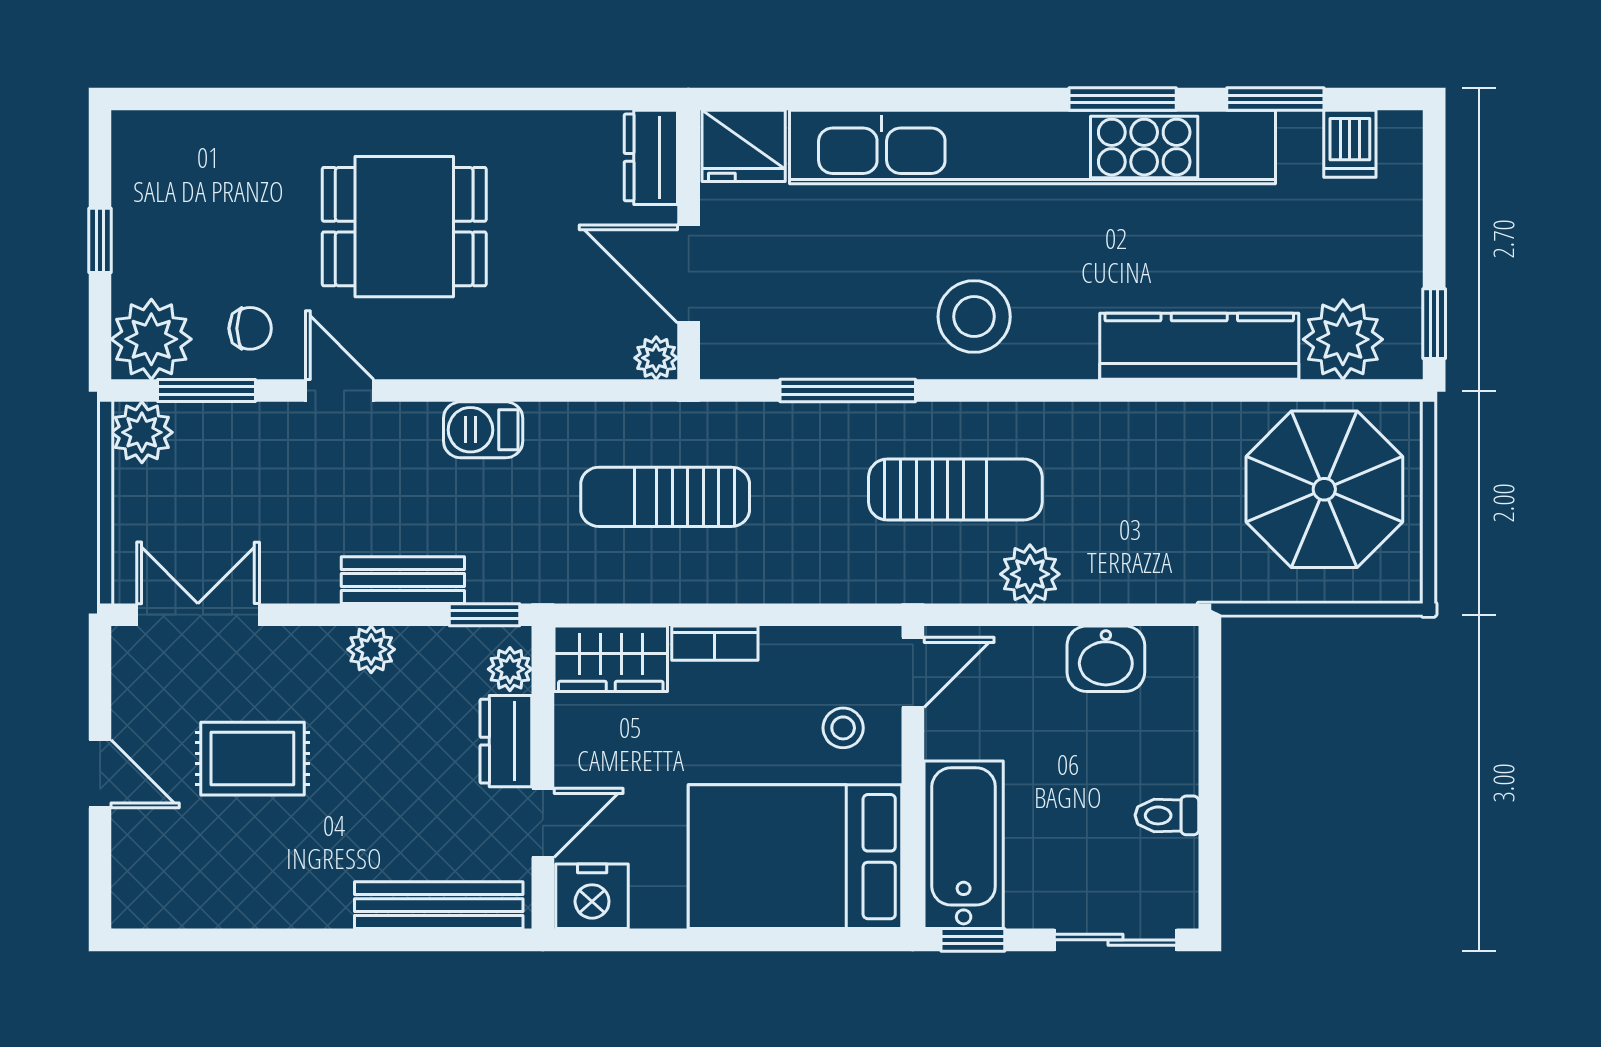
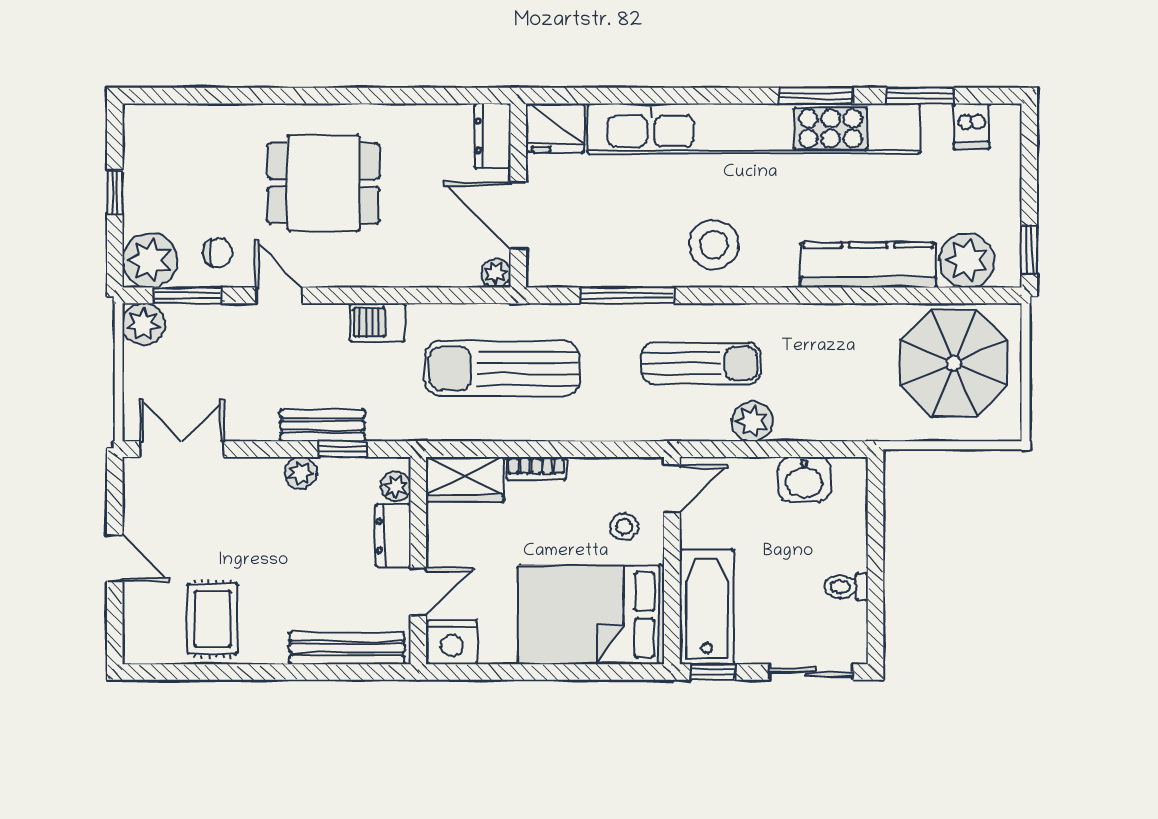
sun lounger: (665, 497) -> (502, 368), width x1.36, depth x1.34
window: (484, 615) -> (343, 449), moved
rug: (252, 759) -> (213, 619), moved, turned 90

